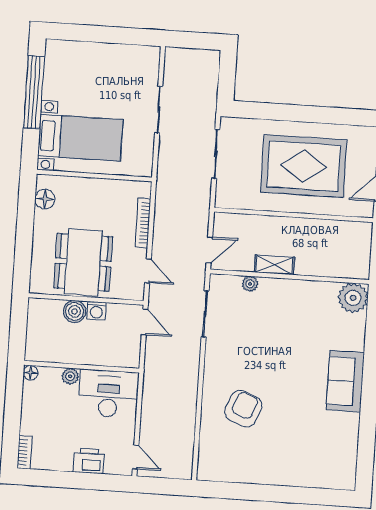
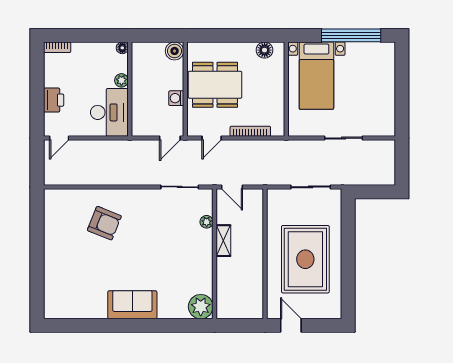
boiler: (75, 311) -> (175, 51), moved

